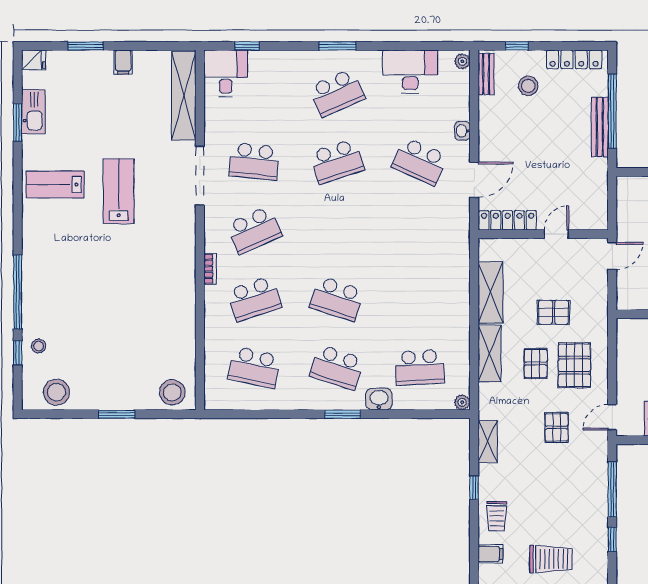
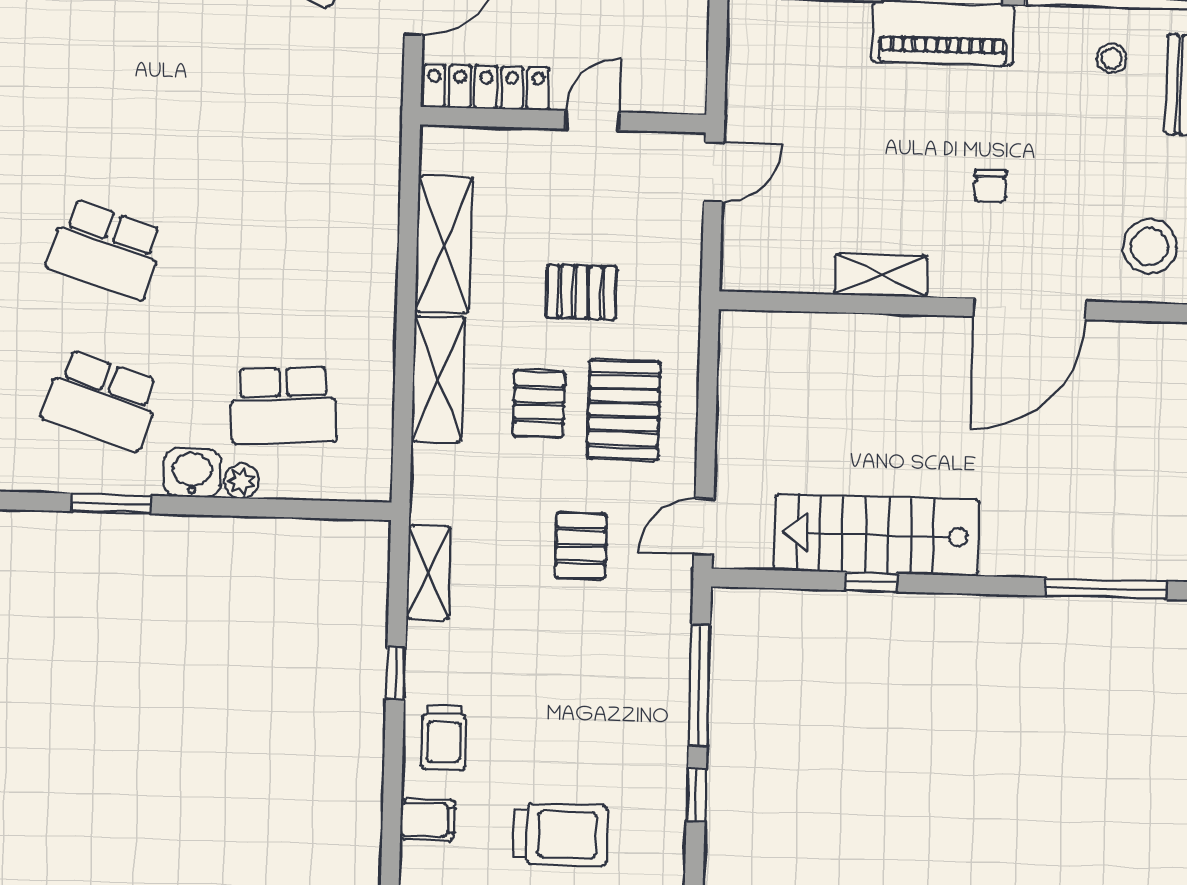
plant: (462, 402) -> (241, 481), moved

